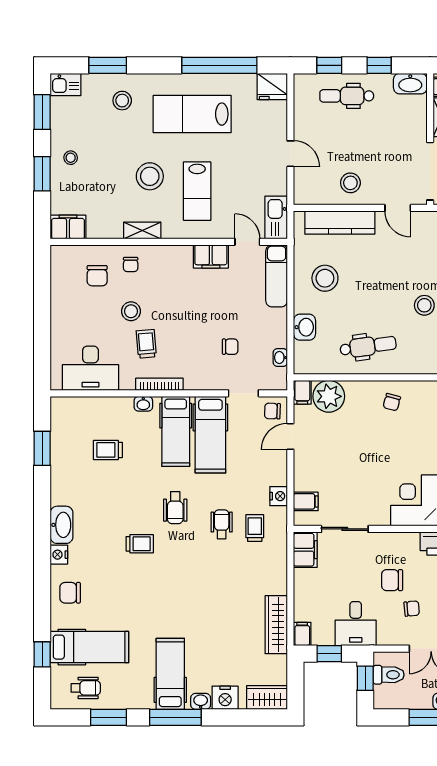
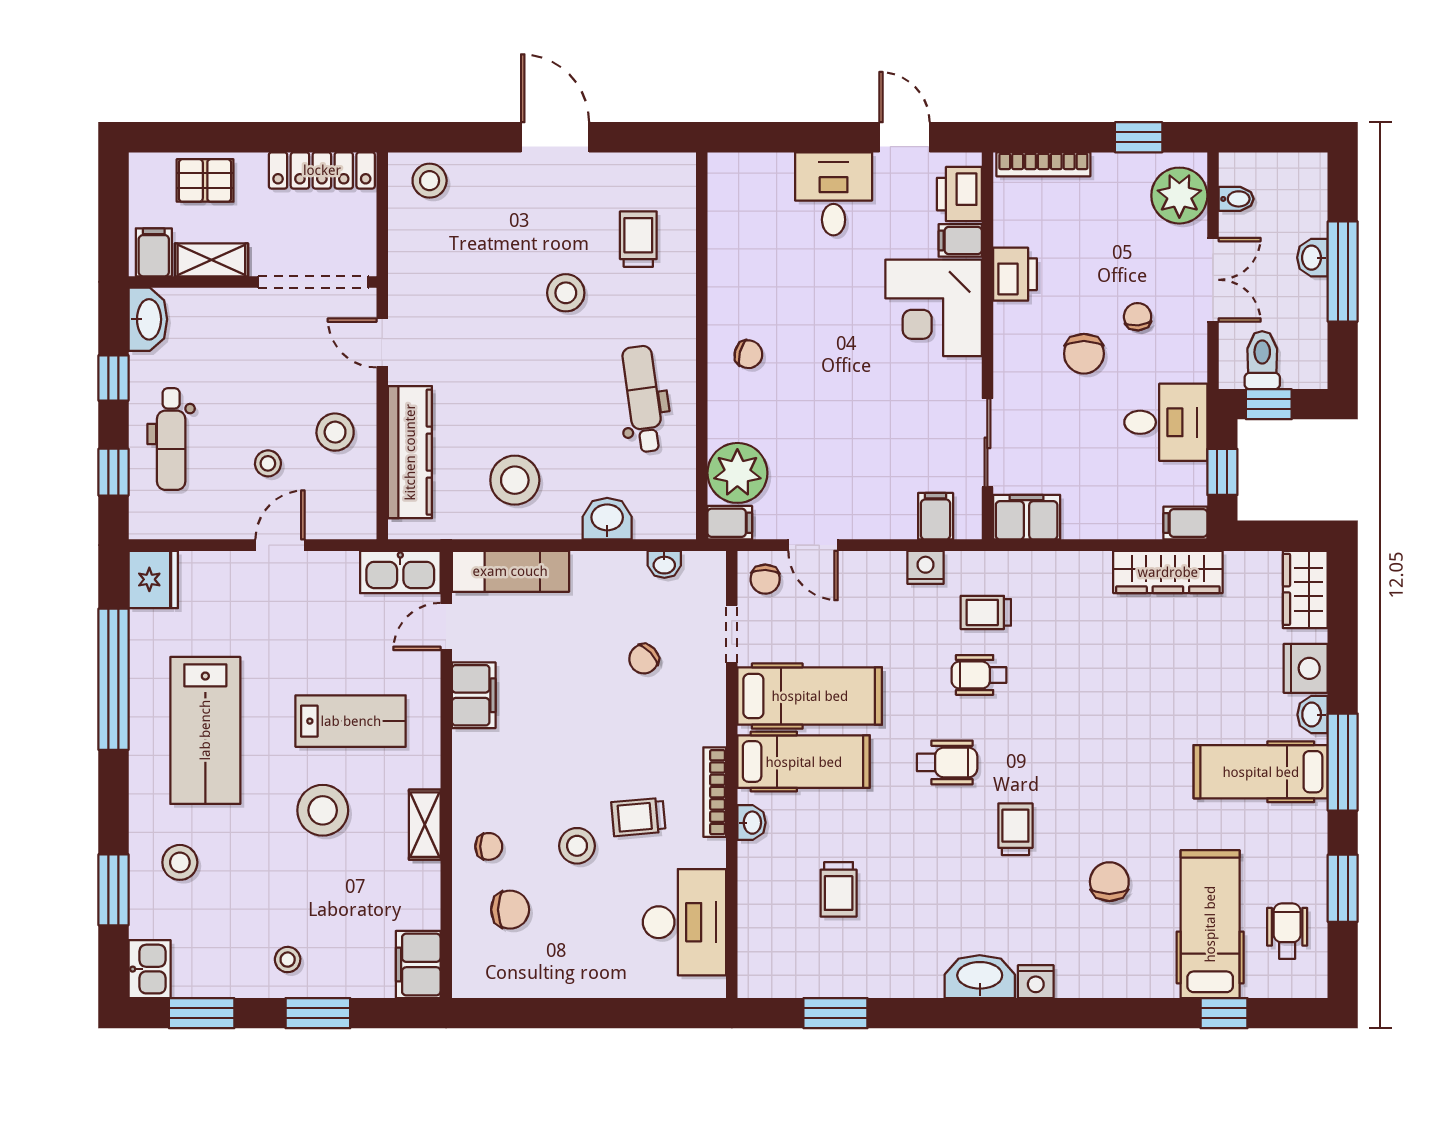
stool: (334, 147) -> (268, 463), added
door: (398, 208) -> (382, 343), swing flipped
chair: (230, 347) -> (644, 659), turned -133
chair: (70, 593) -> (1109, 882), moved, turned 180

